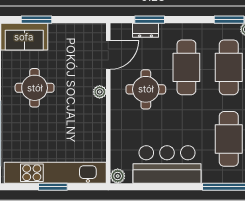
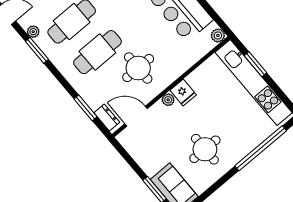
dresser: (146, 30) -> (107, 118), moved
fridge: (95, 109) -> (183, 93), added
window: (53, 187) -> (255, 64), moved

